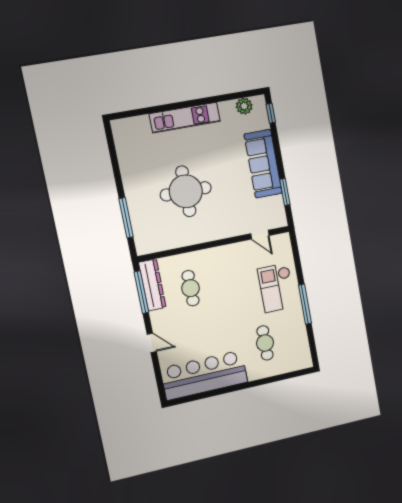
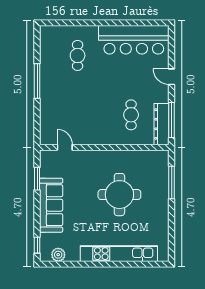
kitchen unit: (185, 118) -> (119, 254), width x1.36
checkout: (276, 288) -> (59, 100), removed

